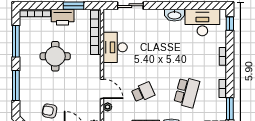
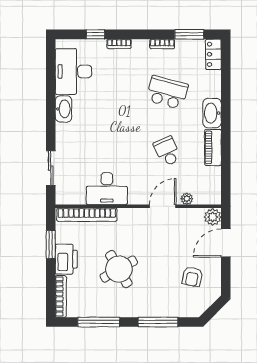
window: (230, 24) -> (95, 34), moved
round table: (55, 56) -> (119, 269), turned -30

